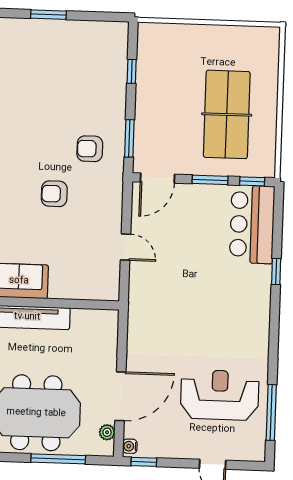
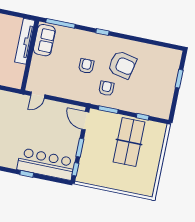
table tennis table: (227, 114) -> (129, 142), moved, turned 90
armchair: (40, 127) -> (122, 65), added
bar counter: (252, 224) -> (46, 164), width x1.36
door: (126, 247) -> (38, 95), moved

